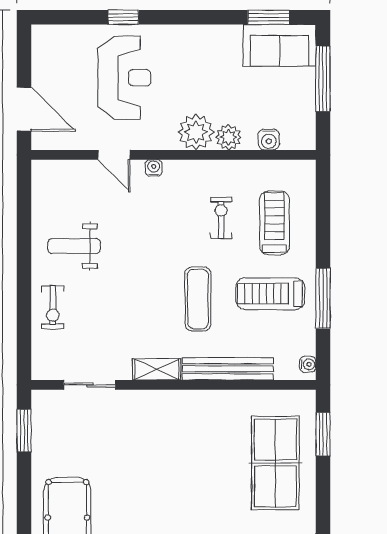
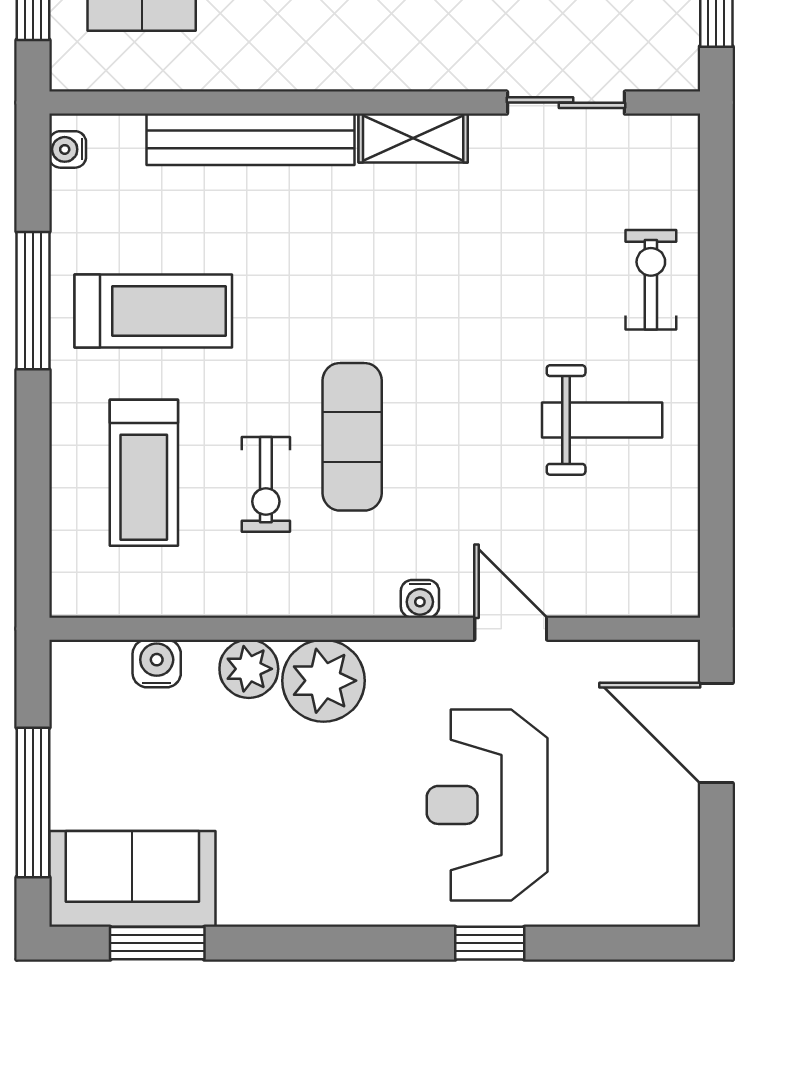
exercise mat: (198, 299) -> (352, 437), moved

